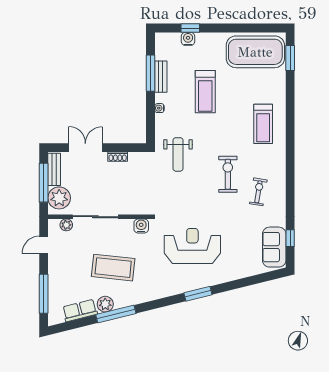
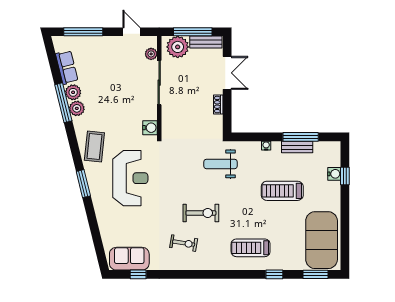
window: (290, 100) -> (274, 274), added
coffee table: (113, 268) -> (94, 146), moved, width x0.73, depth x0.76
plant: (122, 300) -> (77, 108), added

